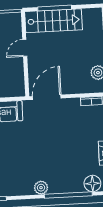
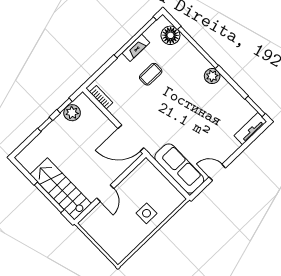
door: (25, 48) -> (105, 193), hinge flipped
coffee table: (78, 148) -> (151, 74), added

